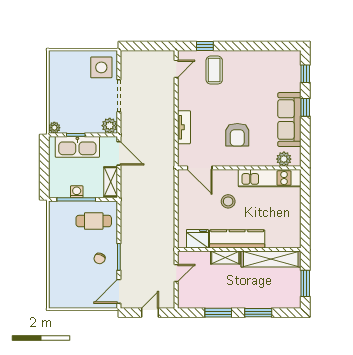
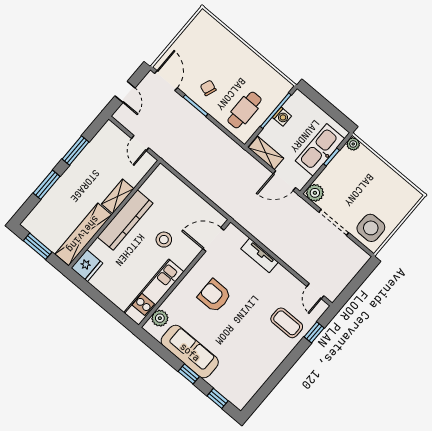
fridge: (197, 239) -> (87, 266), moved

